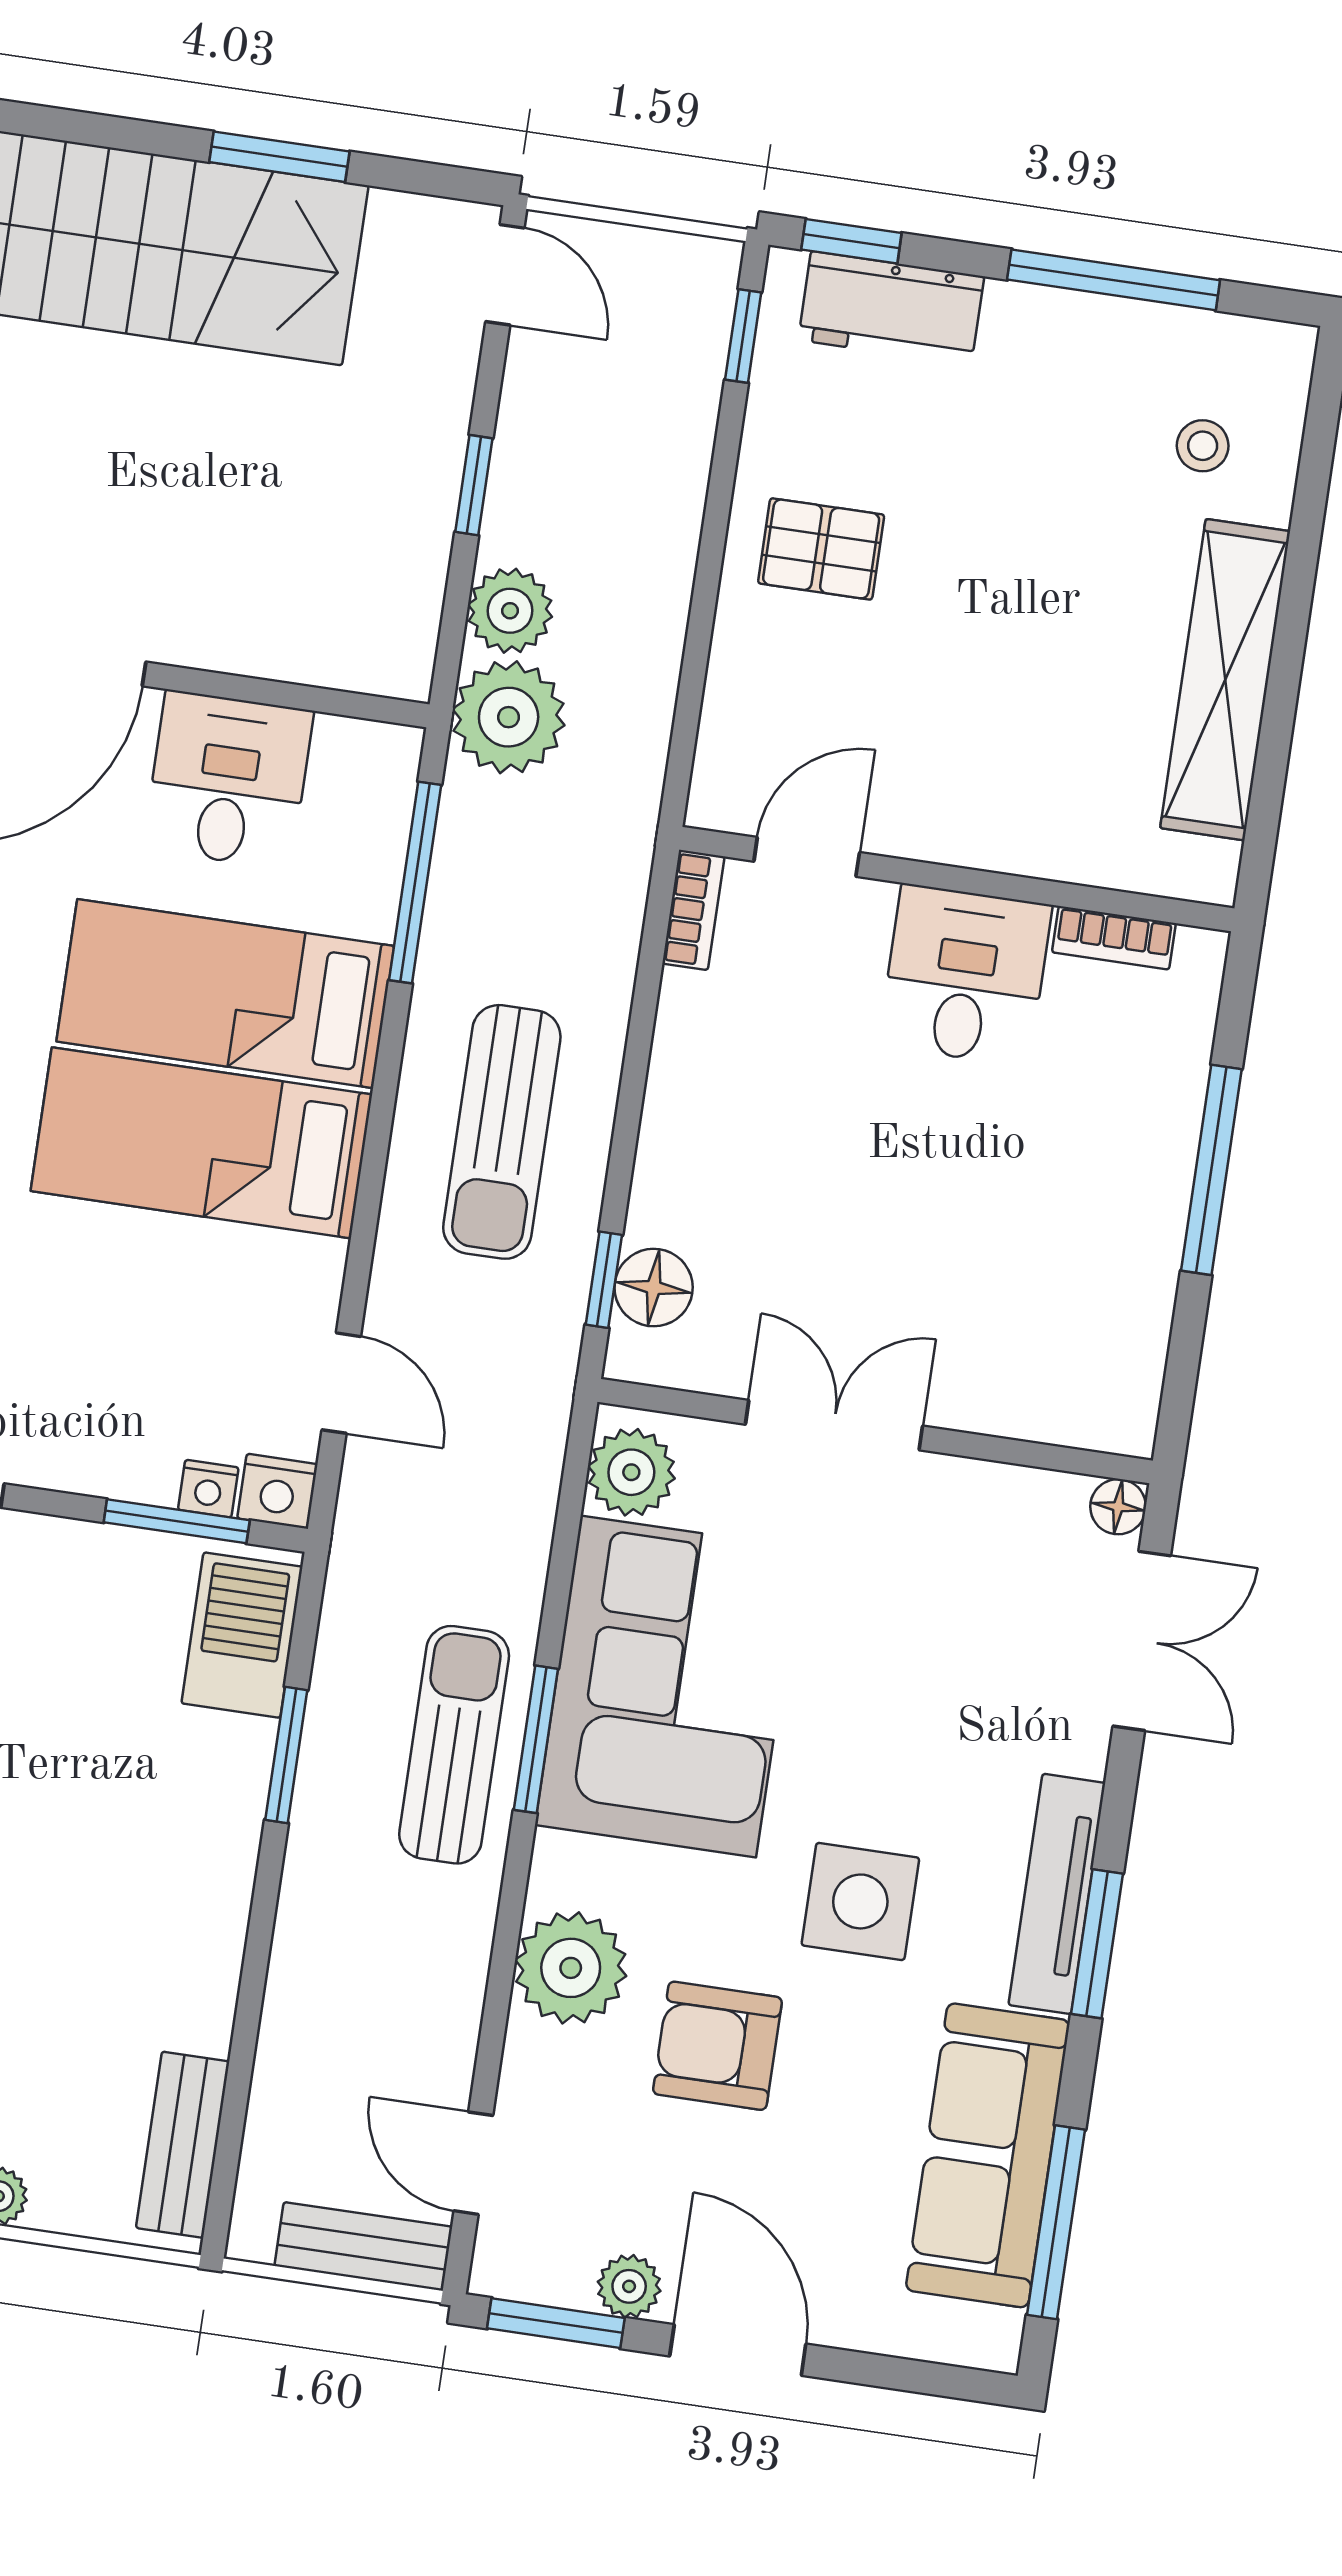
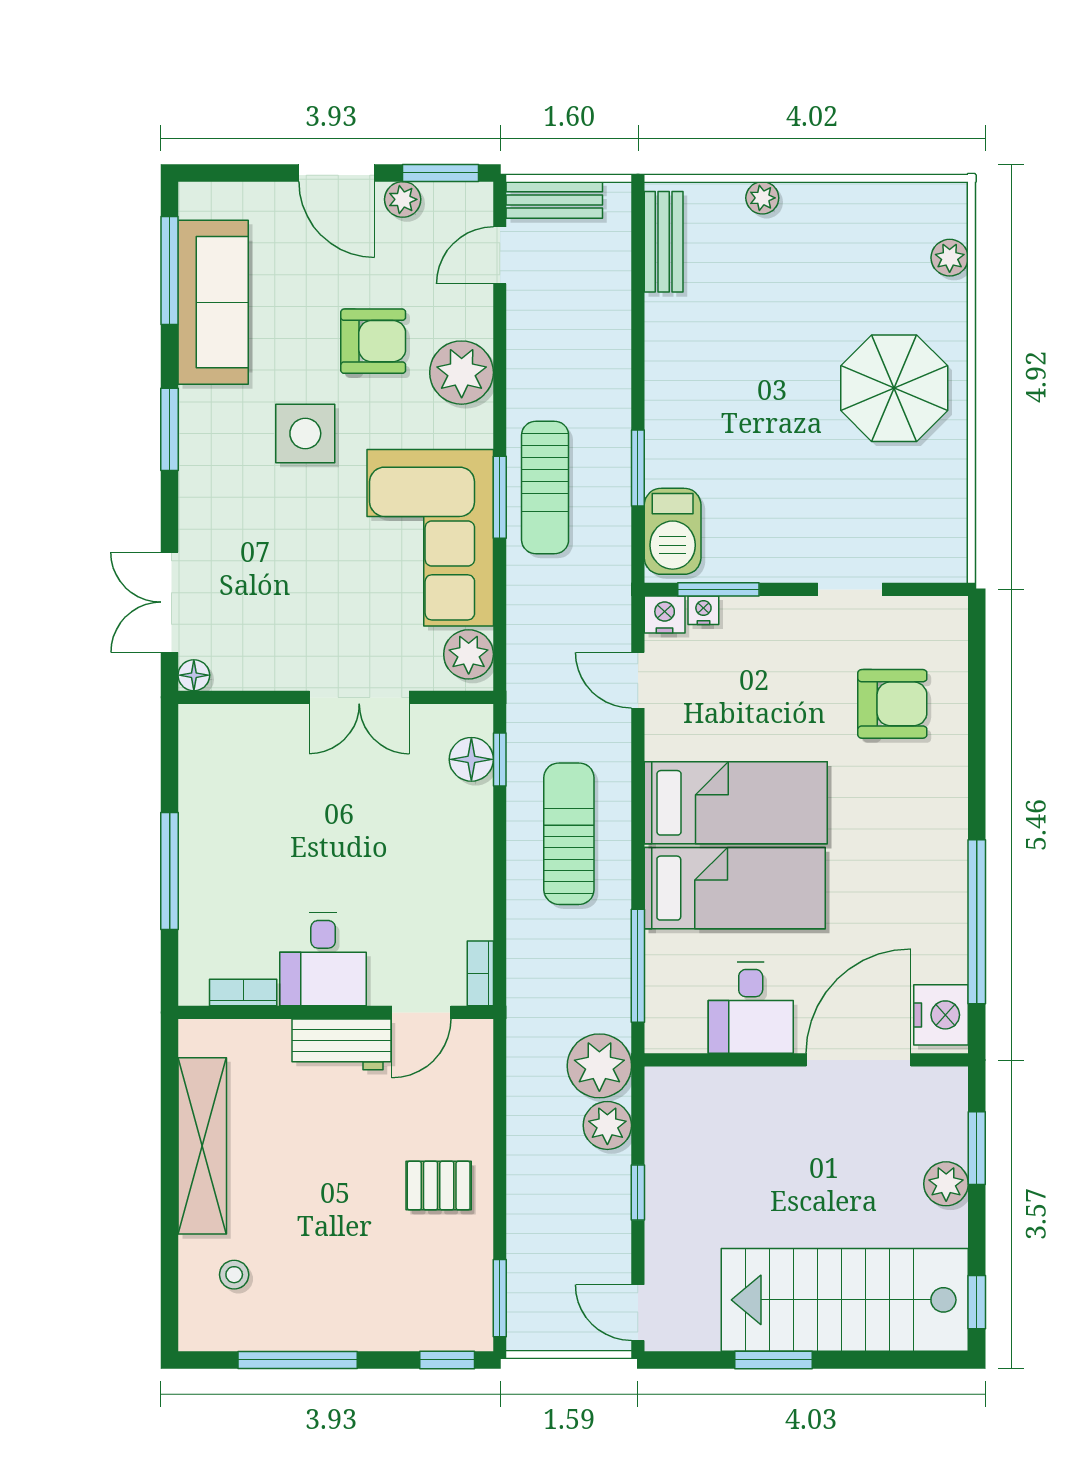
workbench: (891, 308) -> (341, 1044), moved, turned 180
window: (743, 336) -> (500, 1298), width x1.50
tv unit: (1057, 1894) -> (196, 454), removed
door: (473, 2163) -> (500, 255), swing flipped

